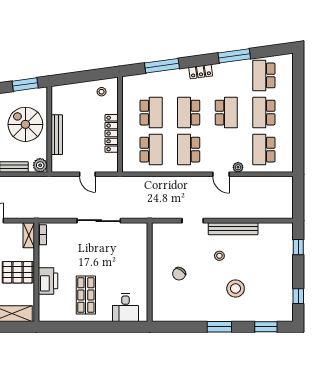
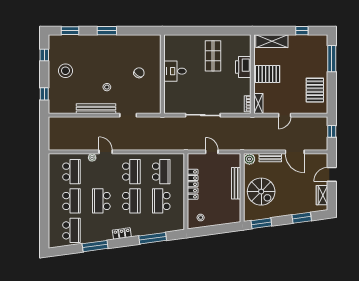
school desk: (151, 150) -> (161, 172), turned 180
stool: (236, 289) -> (65, 71), moved
desk: (125, 308) -> (175, 71), moved, turned -90

